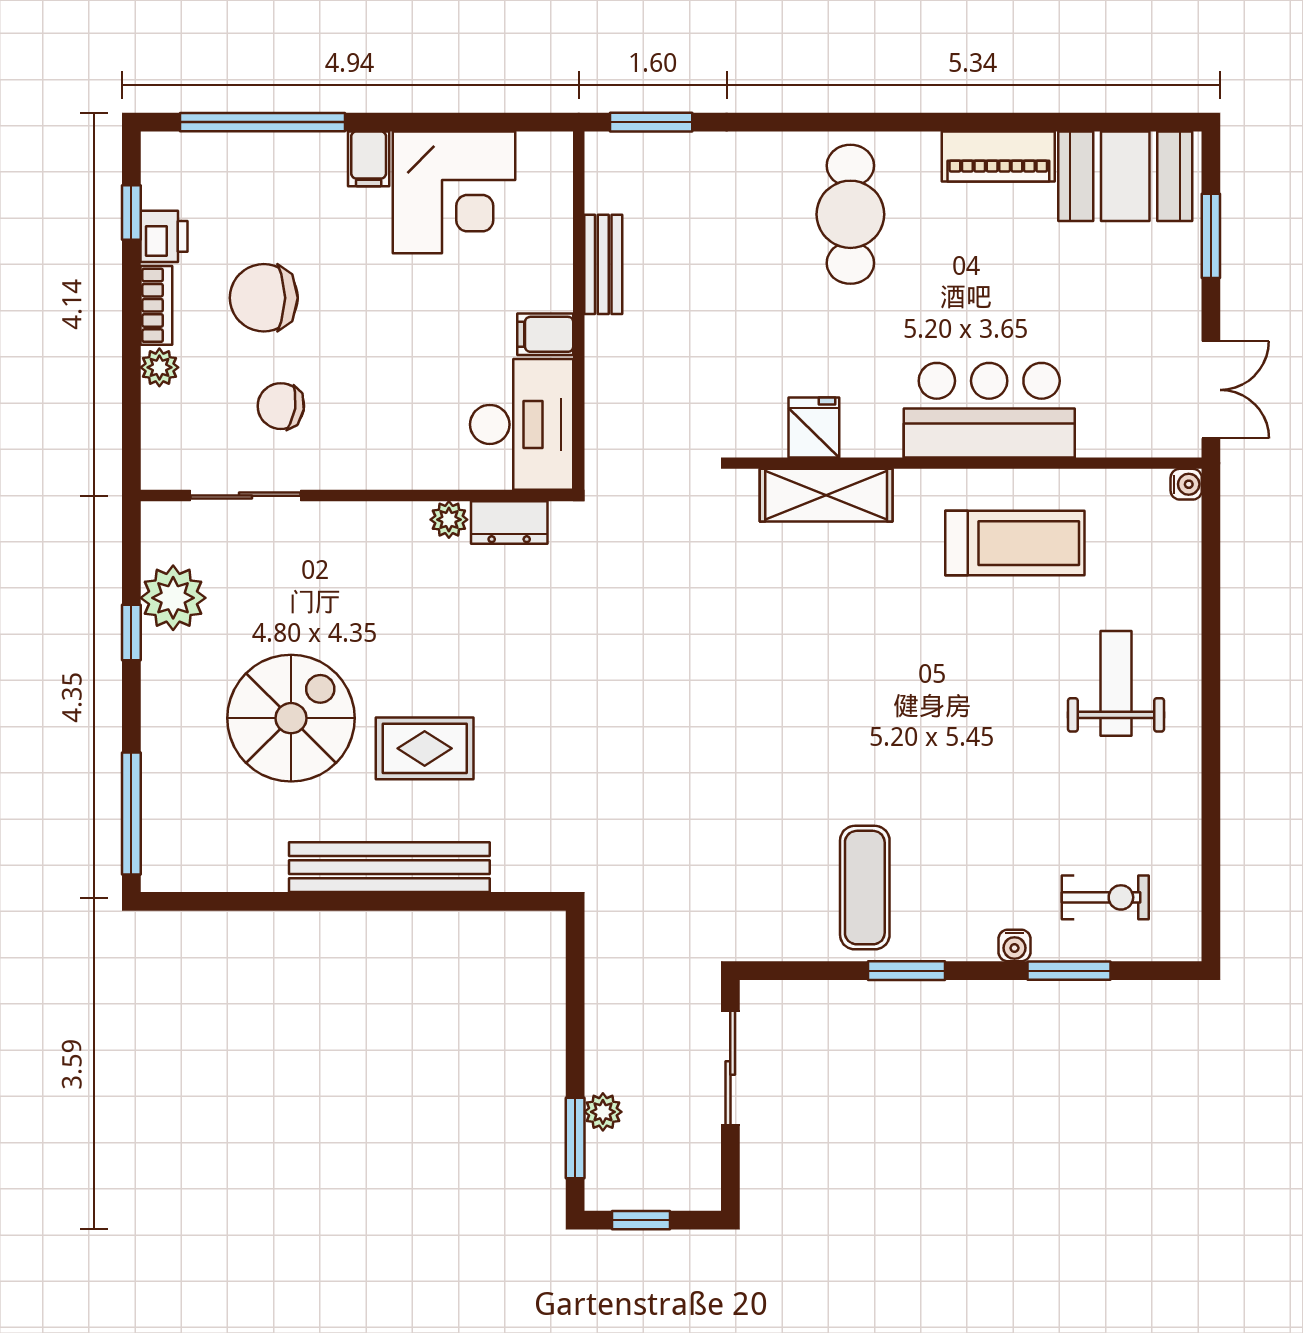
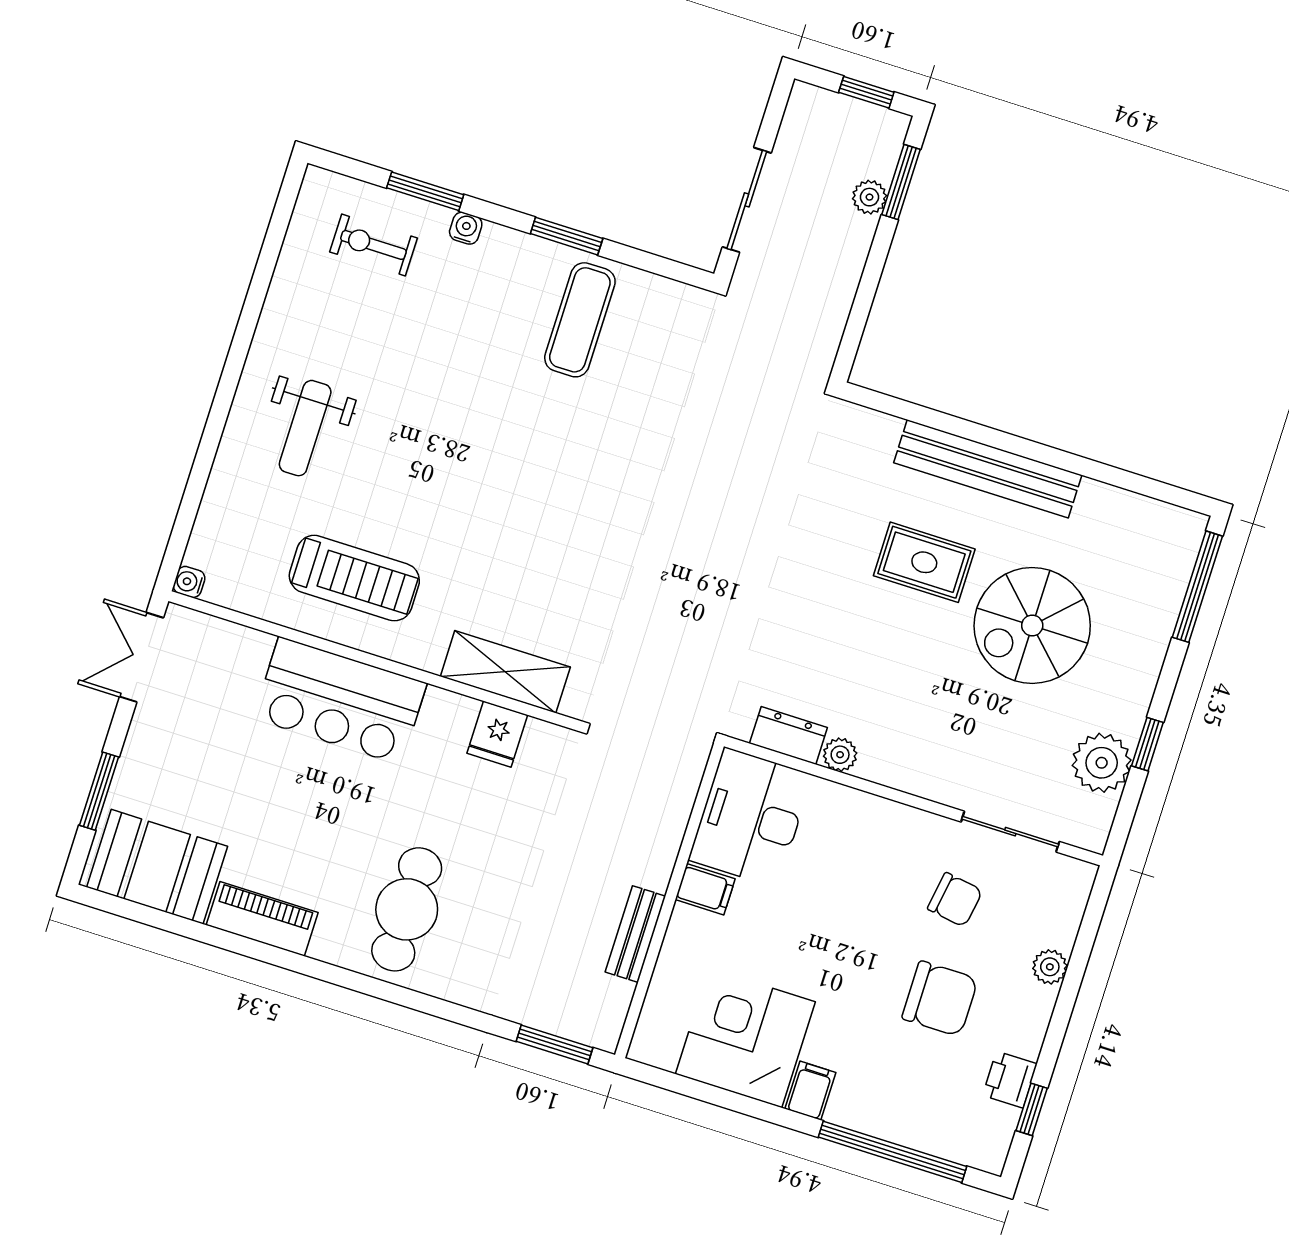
bookcase: (156, 305) -> (1035, 1022), removed
treadmill: (1015, 543) -> (354, 578), turned 180

